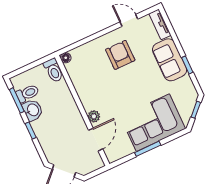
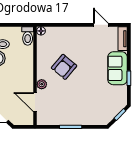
armchair: (120, 55) -> (64, 67), moved, turned -140
corner sofa: (153, 123) -> (83, 109), removed
door: (96, 140) -> (35, 102), swing flipped

